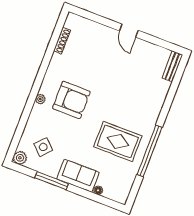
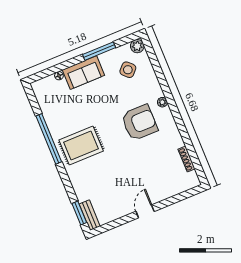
door: (129, 31) -> (145, 211), hinge flipped
window: (178, 75) -> (79, 213), added
armchair: (71, 100) -> (139, 123), turned 180
rug: (118, 141) -> (81, 145), moved

